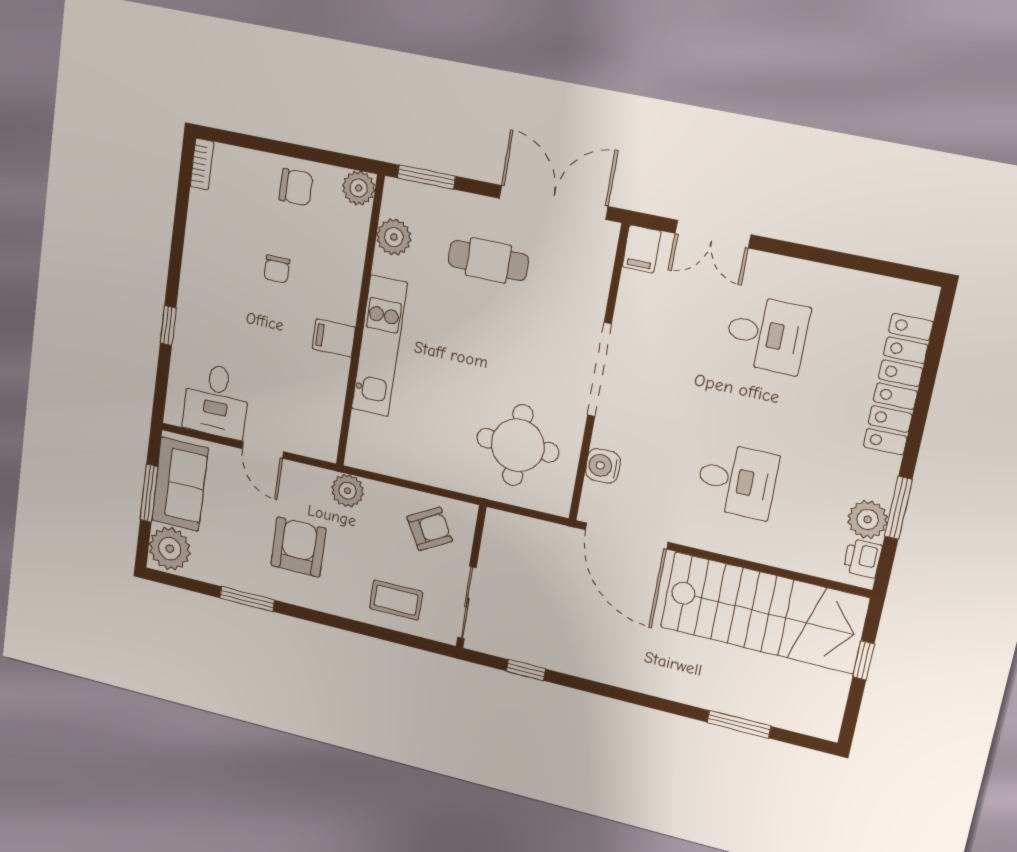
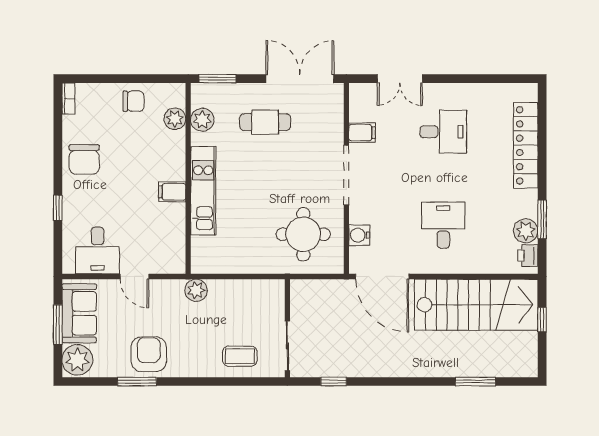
plant: (359, 188) -> (175, 119), moved
filing cabinet: (641, 249) -> (362, 133), moved, turned -90
chair: (277, 269) -> (84, 159), moved, width x1.87, depth x1.87
desk: (737, 481) -> (443, 225), turned -90
armchair: (430, 529) -> (255, 303), removed
armchair: (298, 547) -> (149, 354), moved

